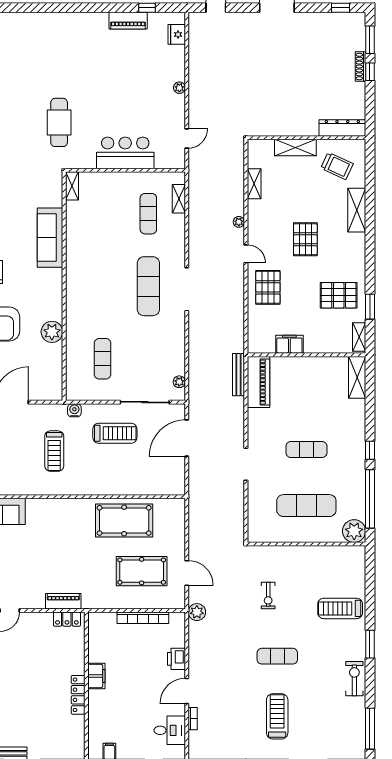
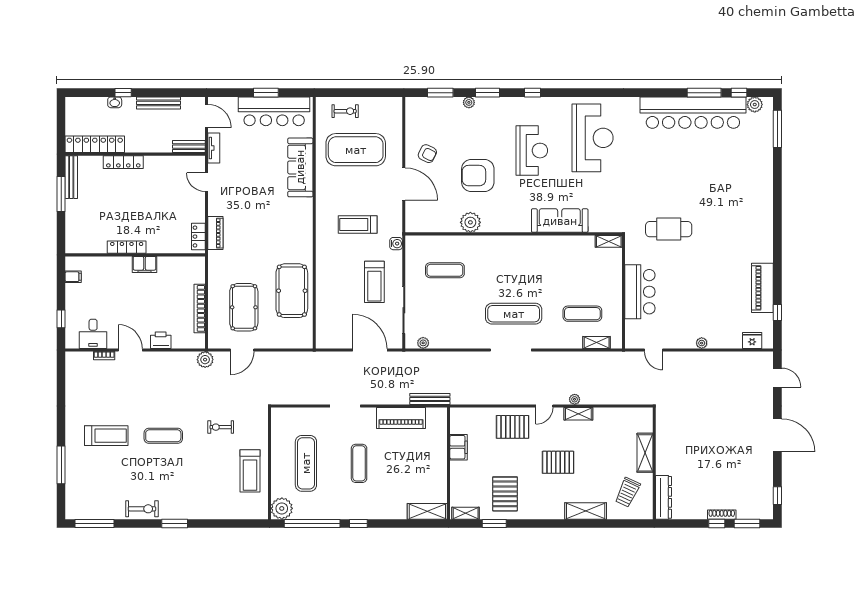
piano: (128, 21) -> (762, 288), width x1.37, depth x1.33
shelving: (254, 184) -> (578, 414), moved
piano: (258, 382) -> (401, 418), moved
treadmill: (340, 608) -> (250, 471), moved, turned 180
exercise mat: (277, 656) -> (163, 436), turned 90

